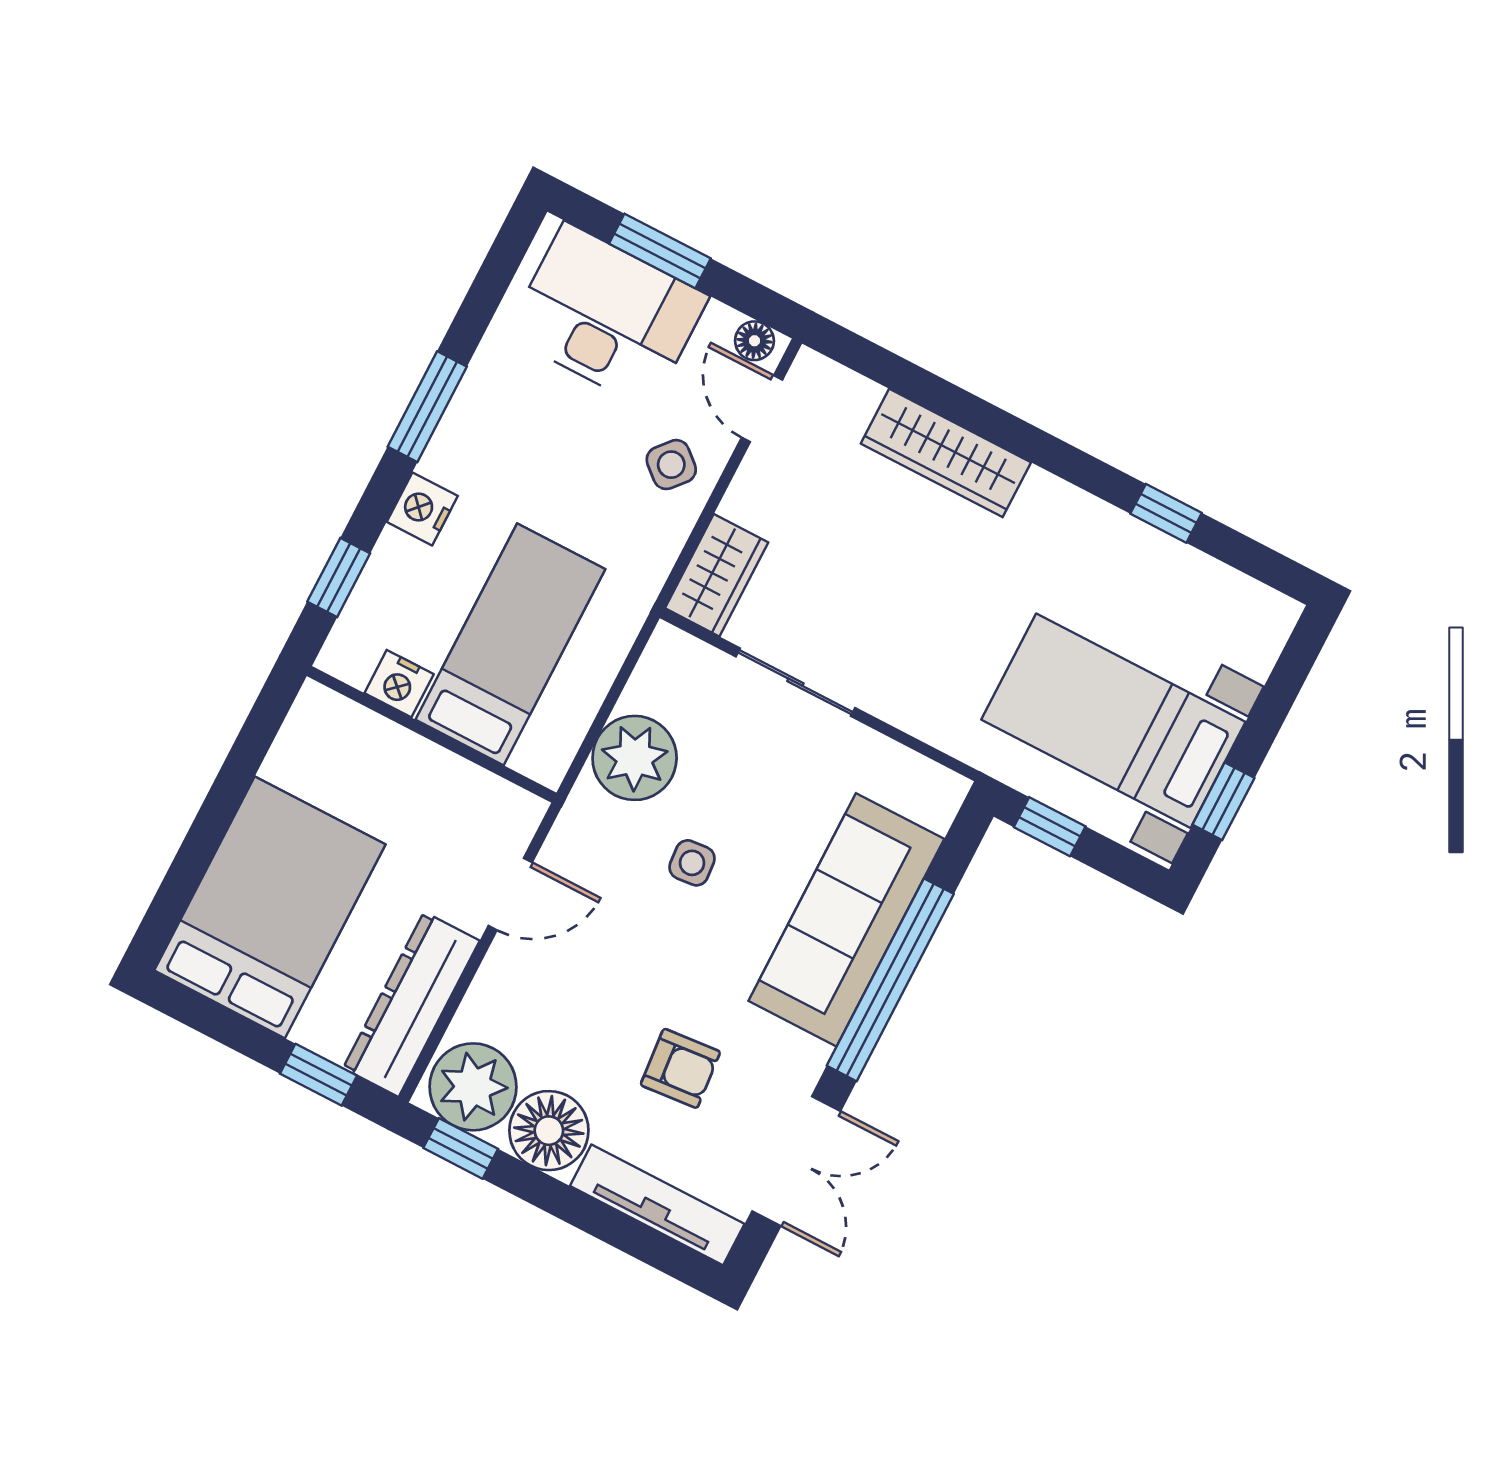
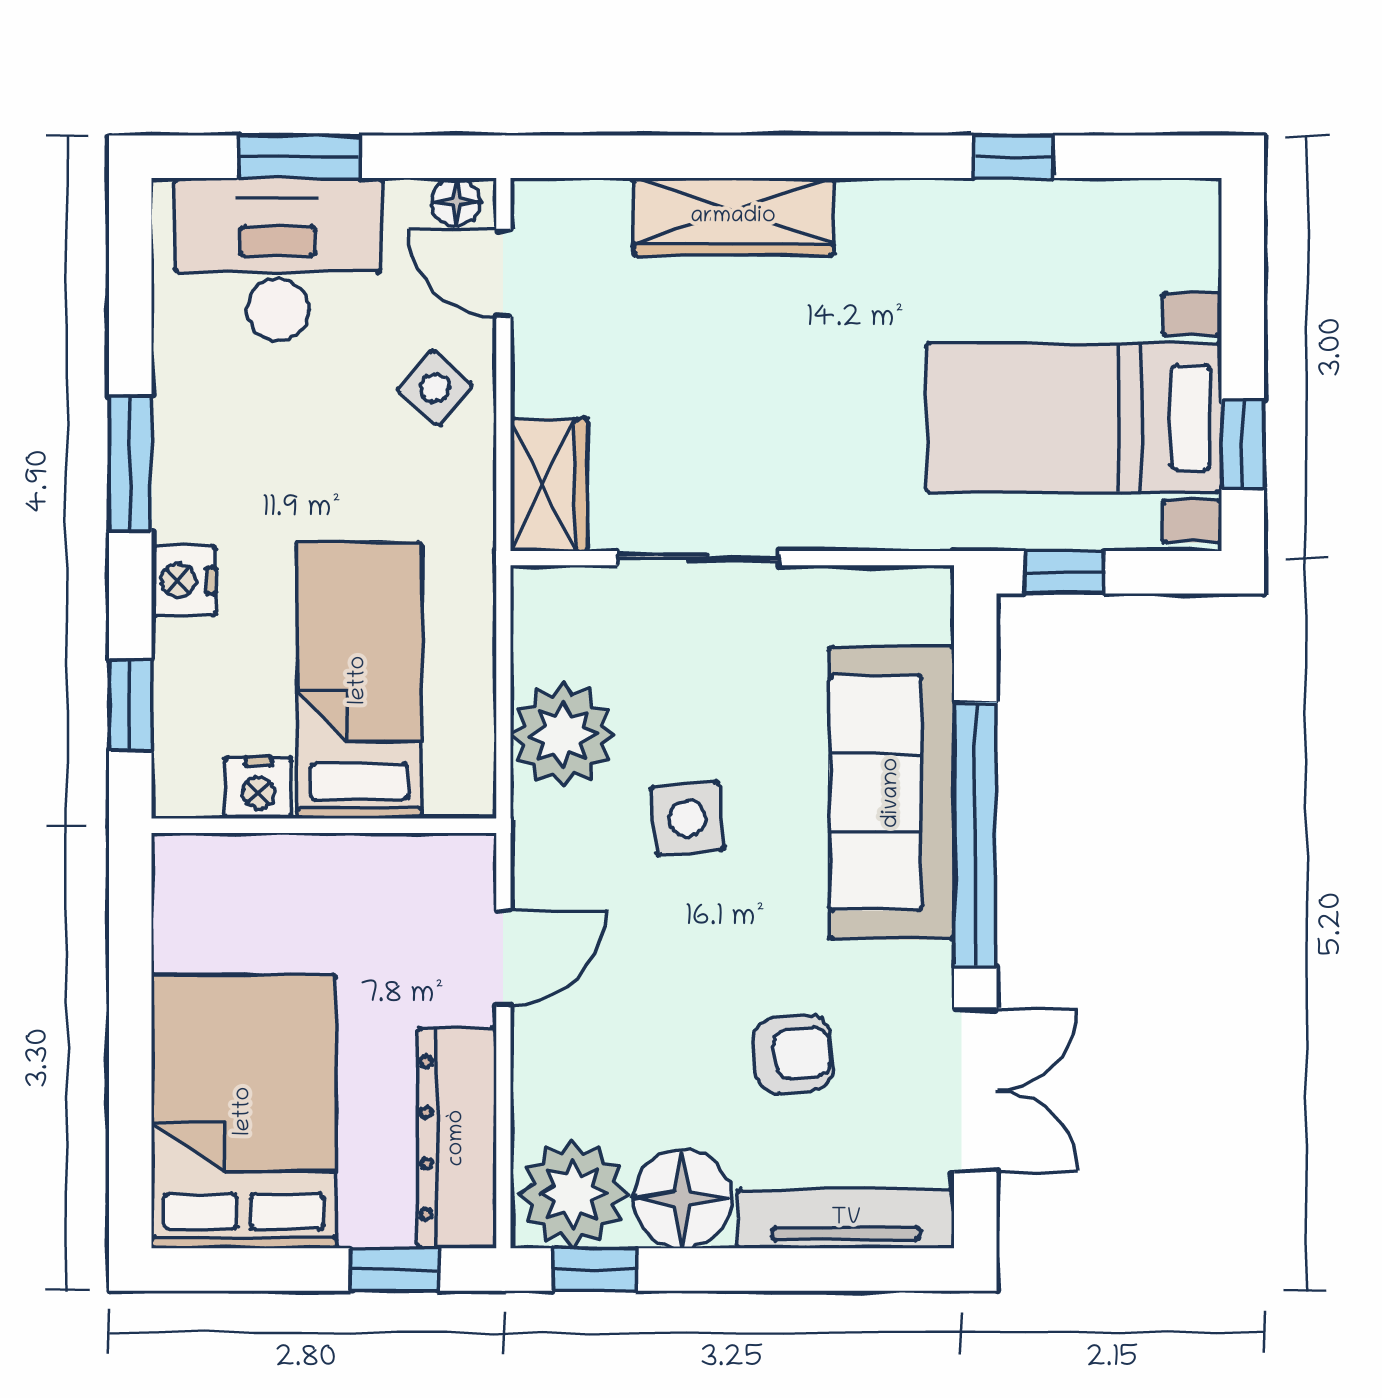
side table: (692, 863) -> (687, 819), width x1.37, depth x1.37

